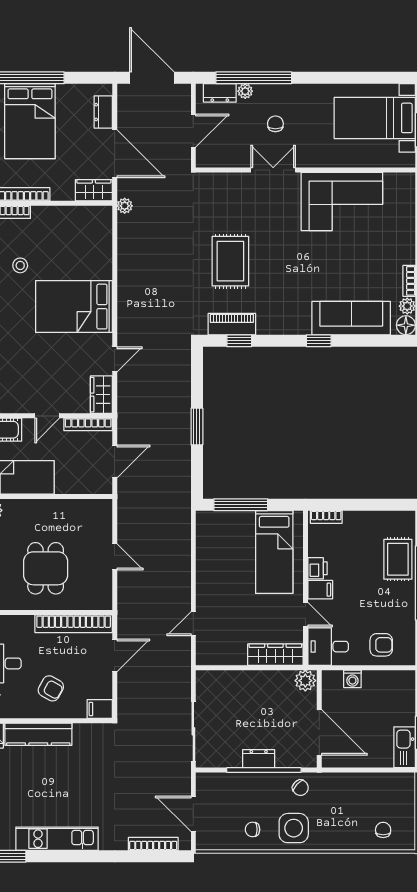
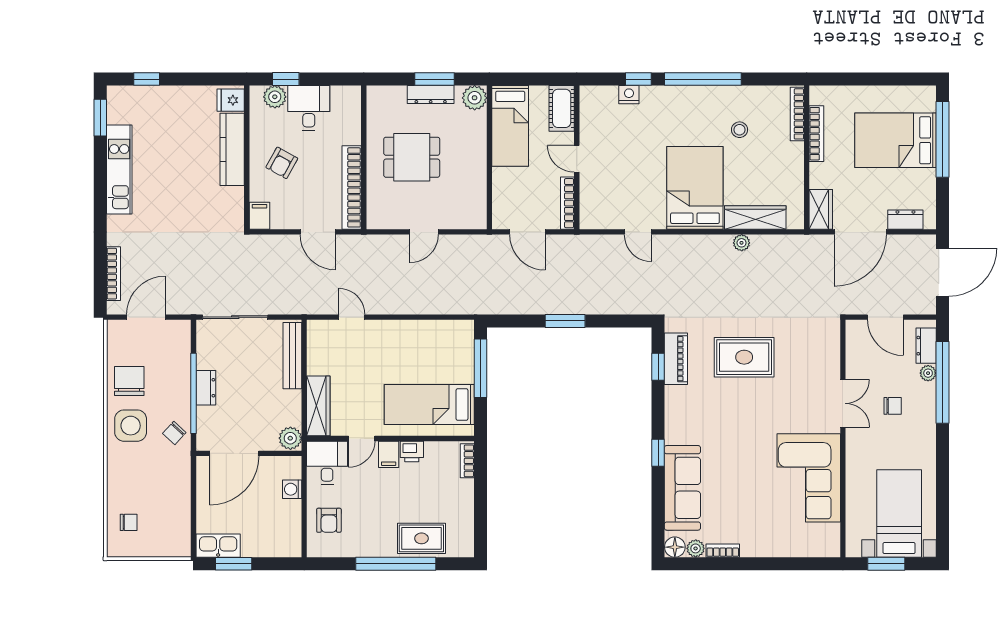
plant: (125, 206) -> (742, 243), moved
wardrobe: (101, 395) -> (755, 218), moved, width x1.50
bench: (229, 679) -> (292, 356), added
chair: (253, 829) -> (129, 381), width x1.87, depth x1.87

